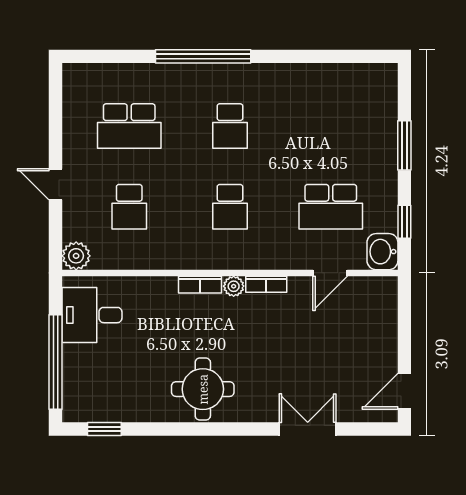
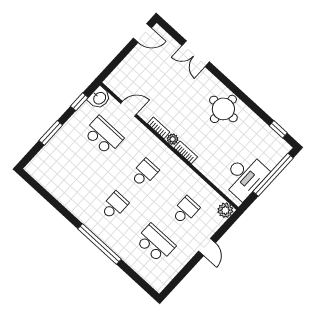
desk: (92, 315) -> (245, 176), width x1.37

